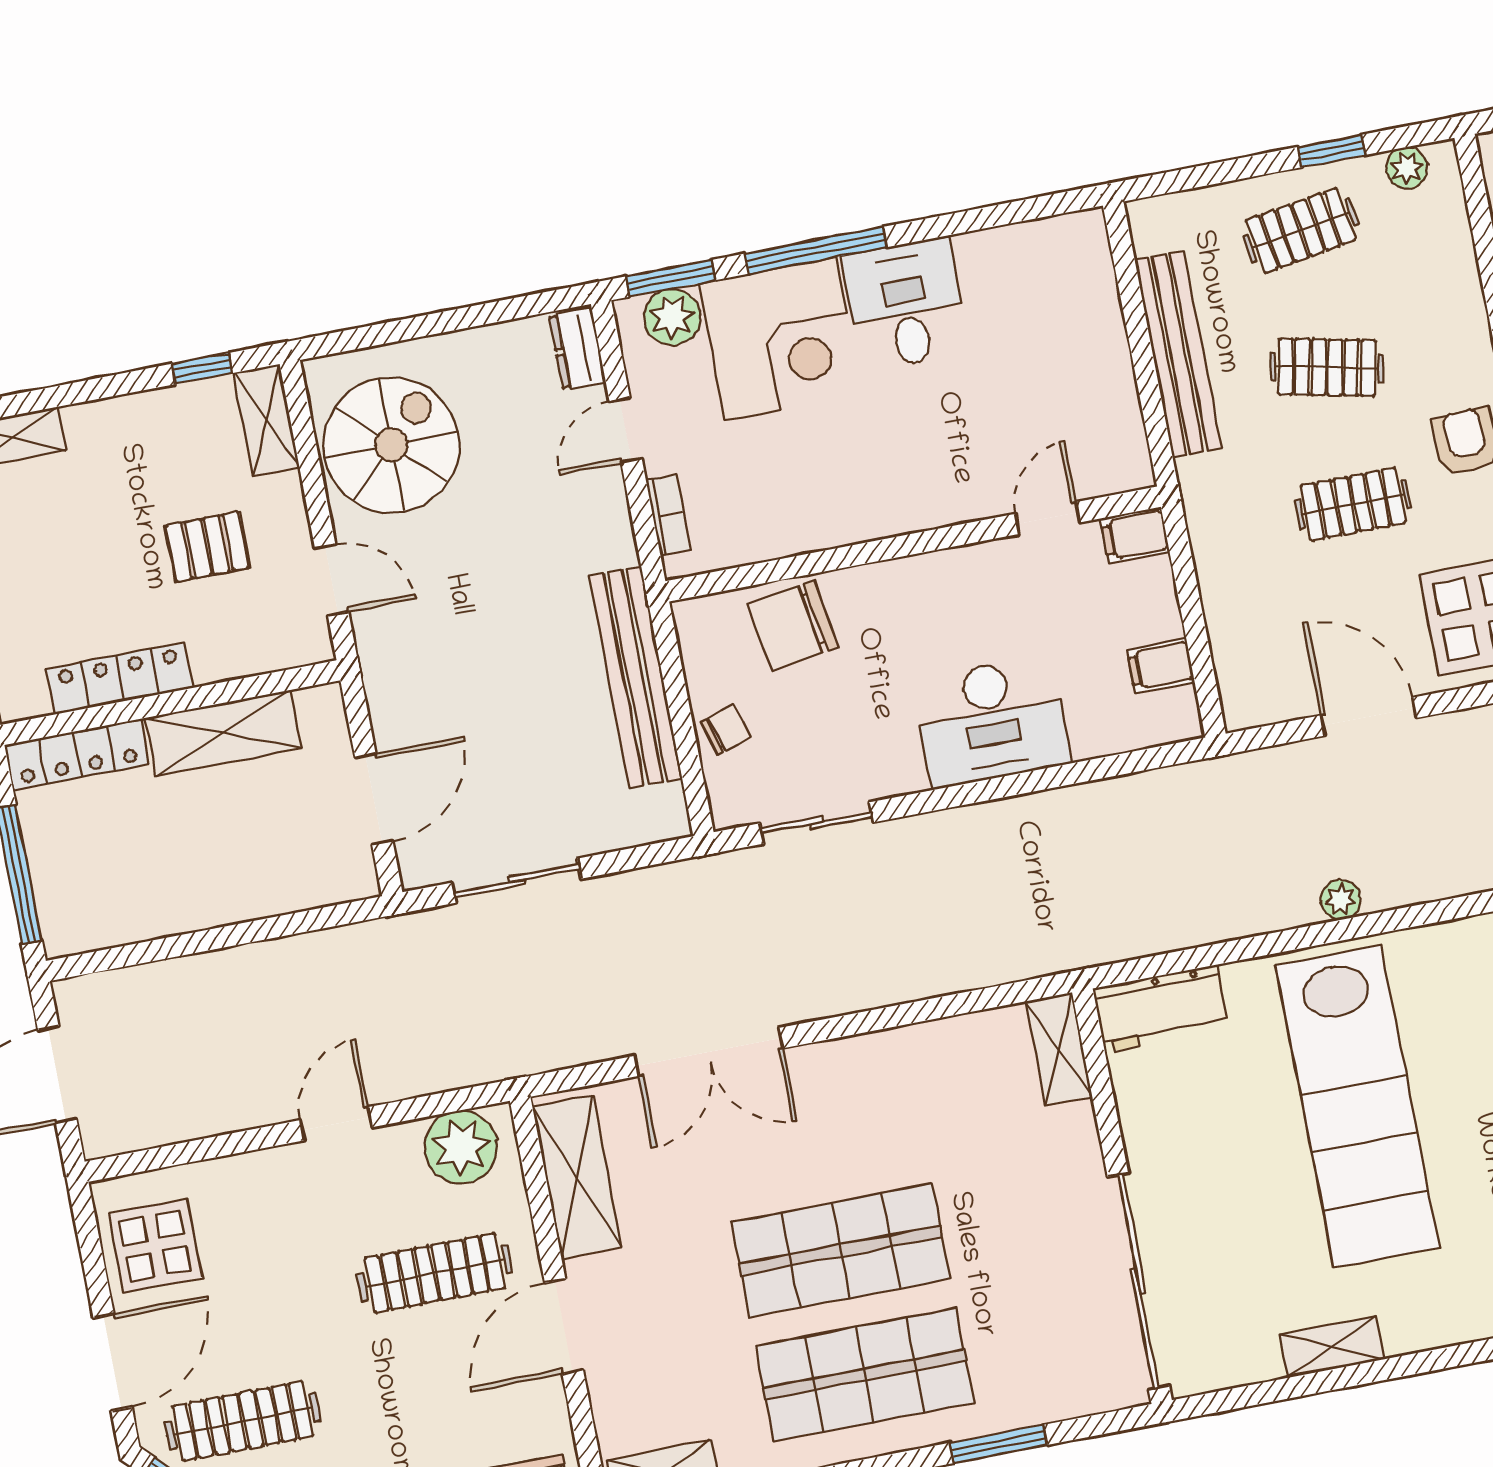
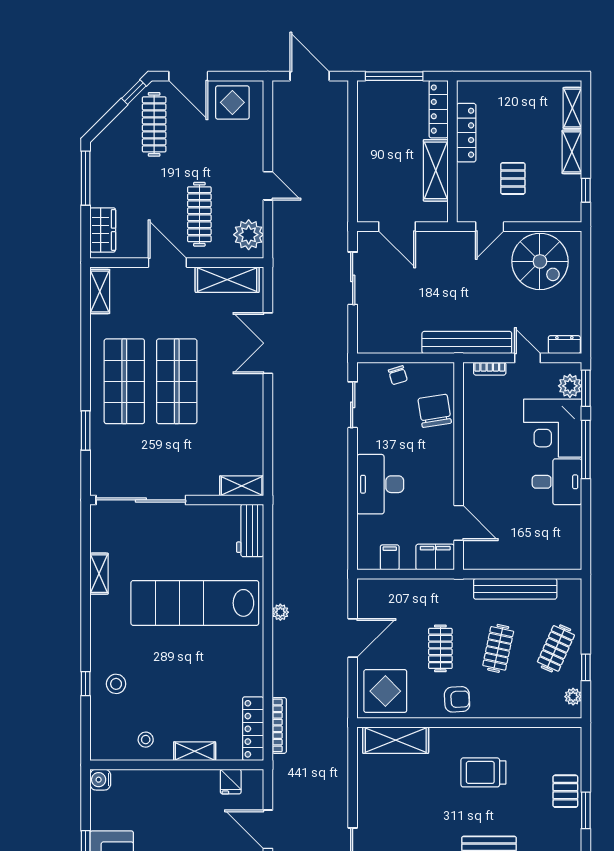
clothes rail: (1301, 230) -> (556, 648), turned 33
shelving: (266, 420) -> (572, 152), moved, turned 90
door: (1048, 518) -> (459, 523), width x1.38
filing cabinet: (1135, 535) -> (435, 557), width x2.00
bench: (635, 677) -> (467, 343), moved

